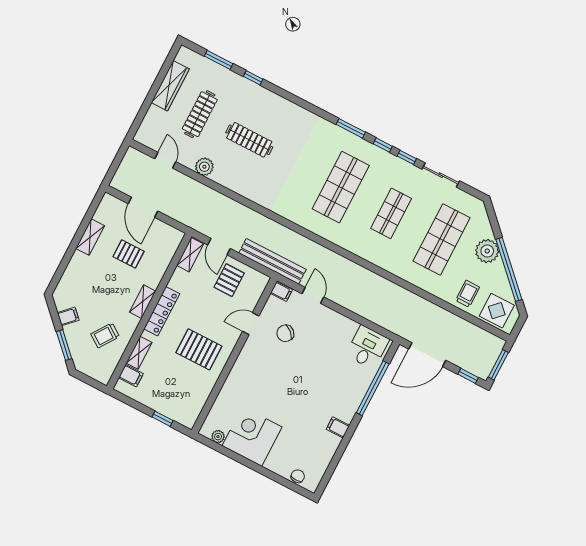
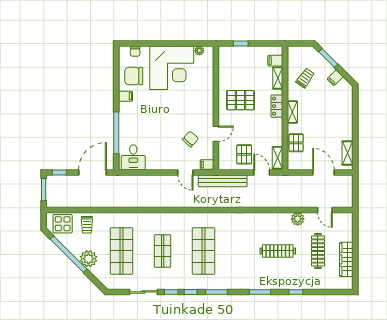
window: (219, 60) -> (260, 292), moved
shelving: (90, 237) -> (347, 153), moved
pallet: (129, 254) -> (296, 143), moved, turned 90
locker: (162, 311) -> (277, 106), width x0.66
corner desk: (252, 436) -> (172, 68), width x1.36, depth x1.36
chair: (315, 447) -> (134, 76), added

